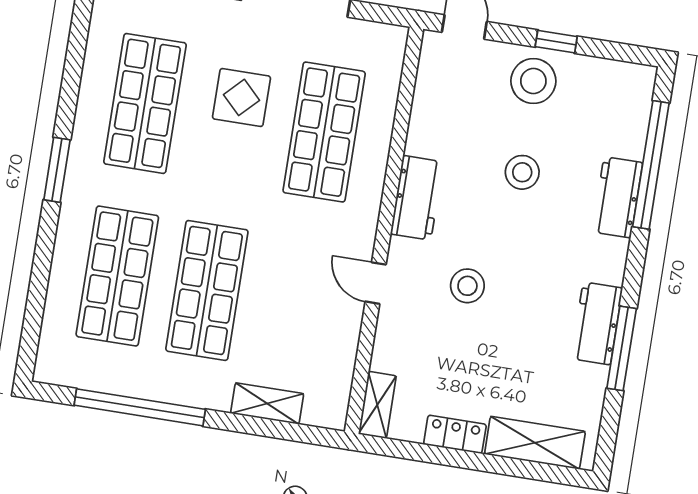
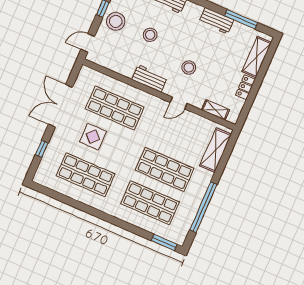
window: (57, 170) -> (164, 242), moved
window: (622, 348) -> (241, 19), moved
shelving: (267, 404) -> (215, 150), width x1.50, depth x1.33
shelving: (377, 405) -> (215, 110), moved

